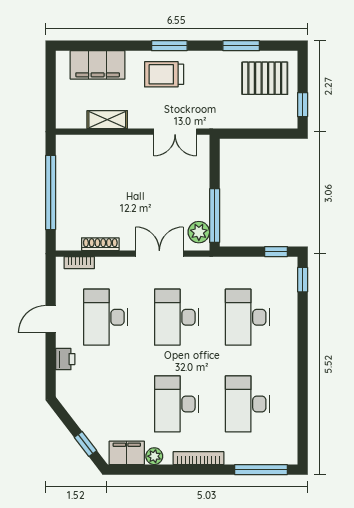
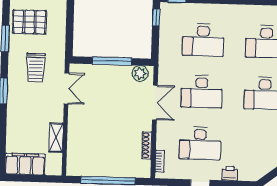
filing cabinet: (98, 65) -> (25, 164), moved, turned -90
trolley: (164, 74) -> (36, 68), moved
pallet: (265, 78) -> (29, 22), turned 90
window: (215, 216) -> (112, 61), moved
double door: (159, 254) -> (155, 103), swing flipped

